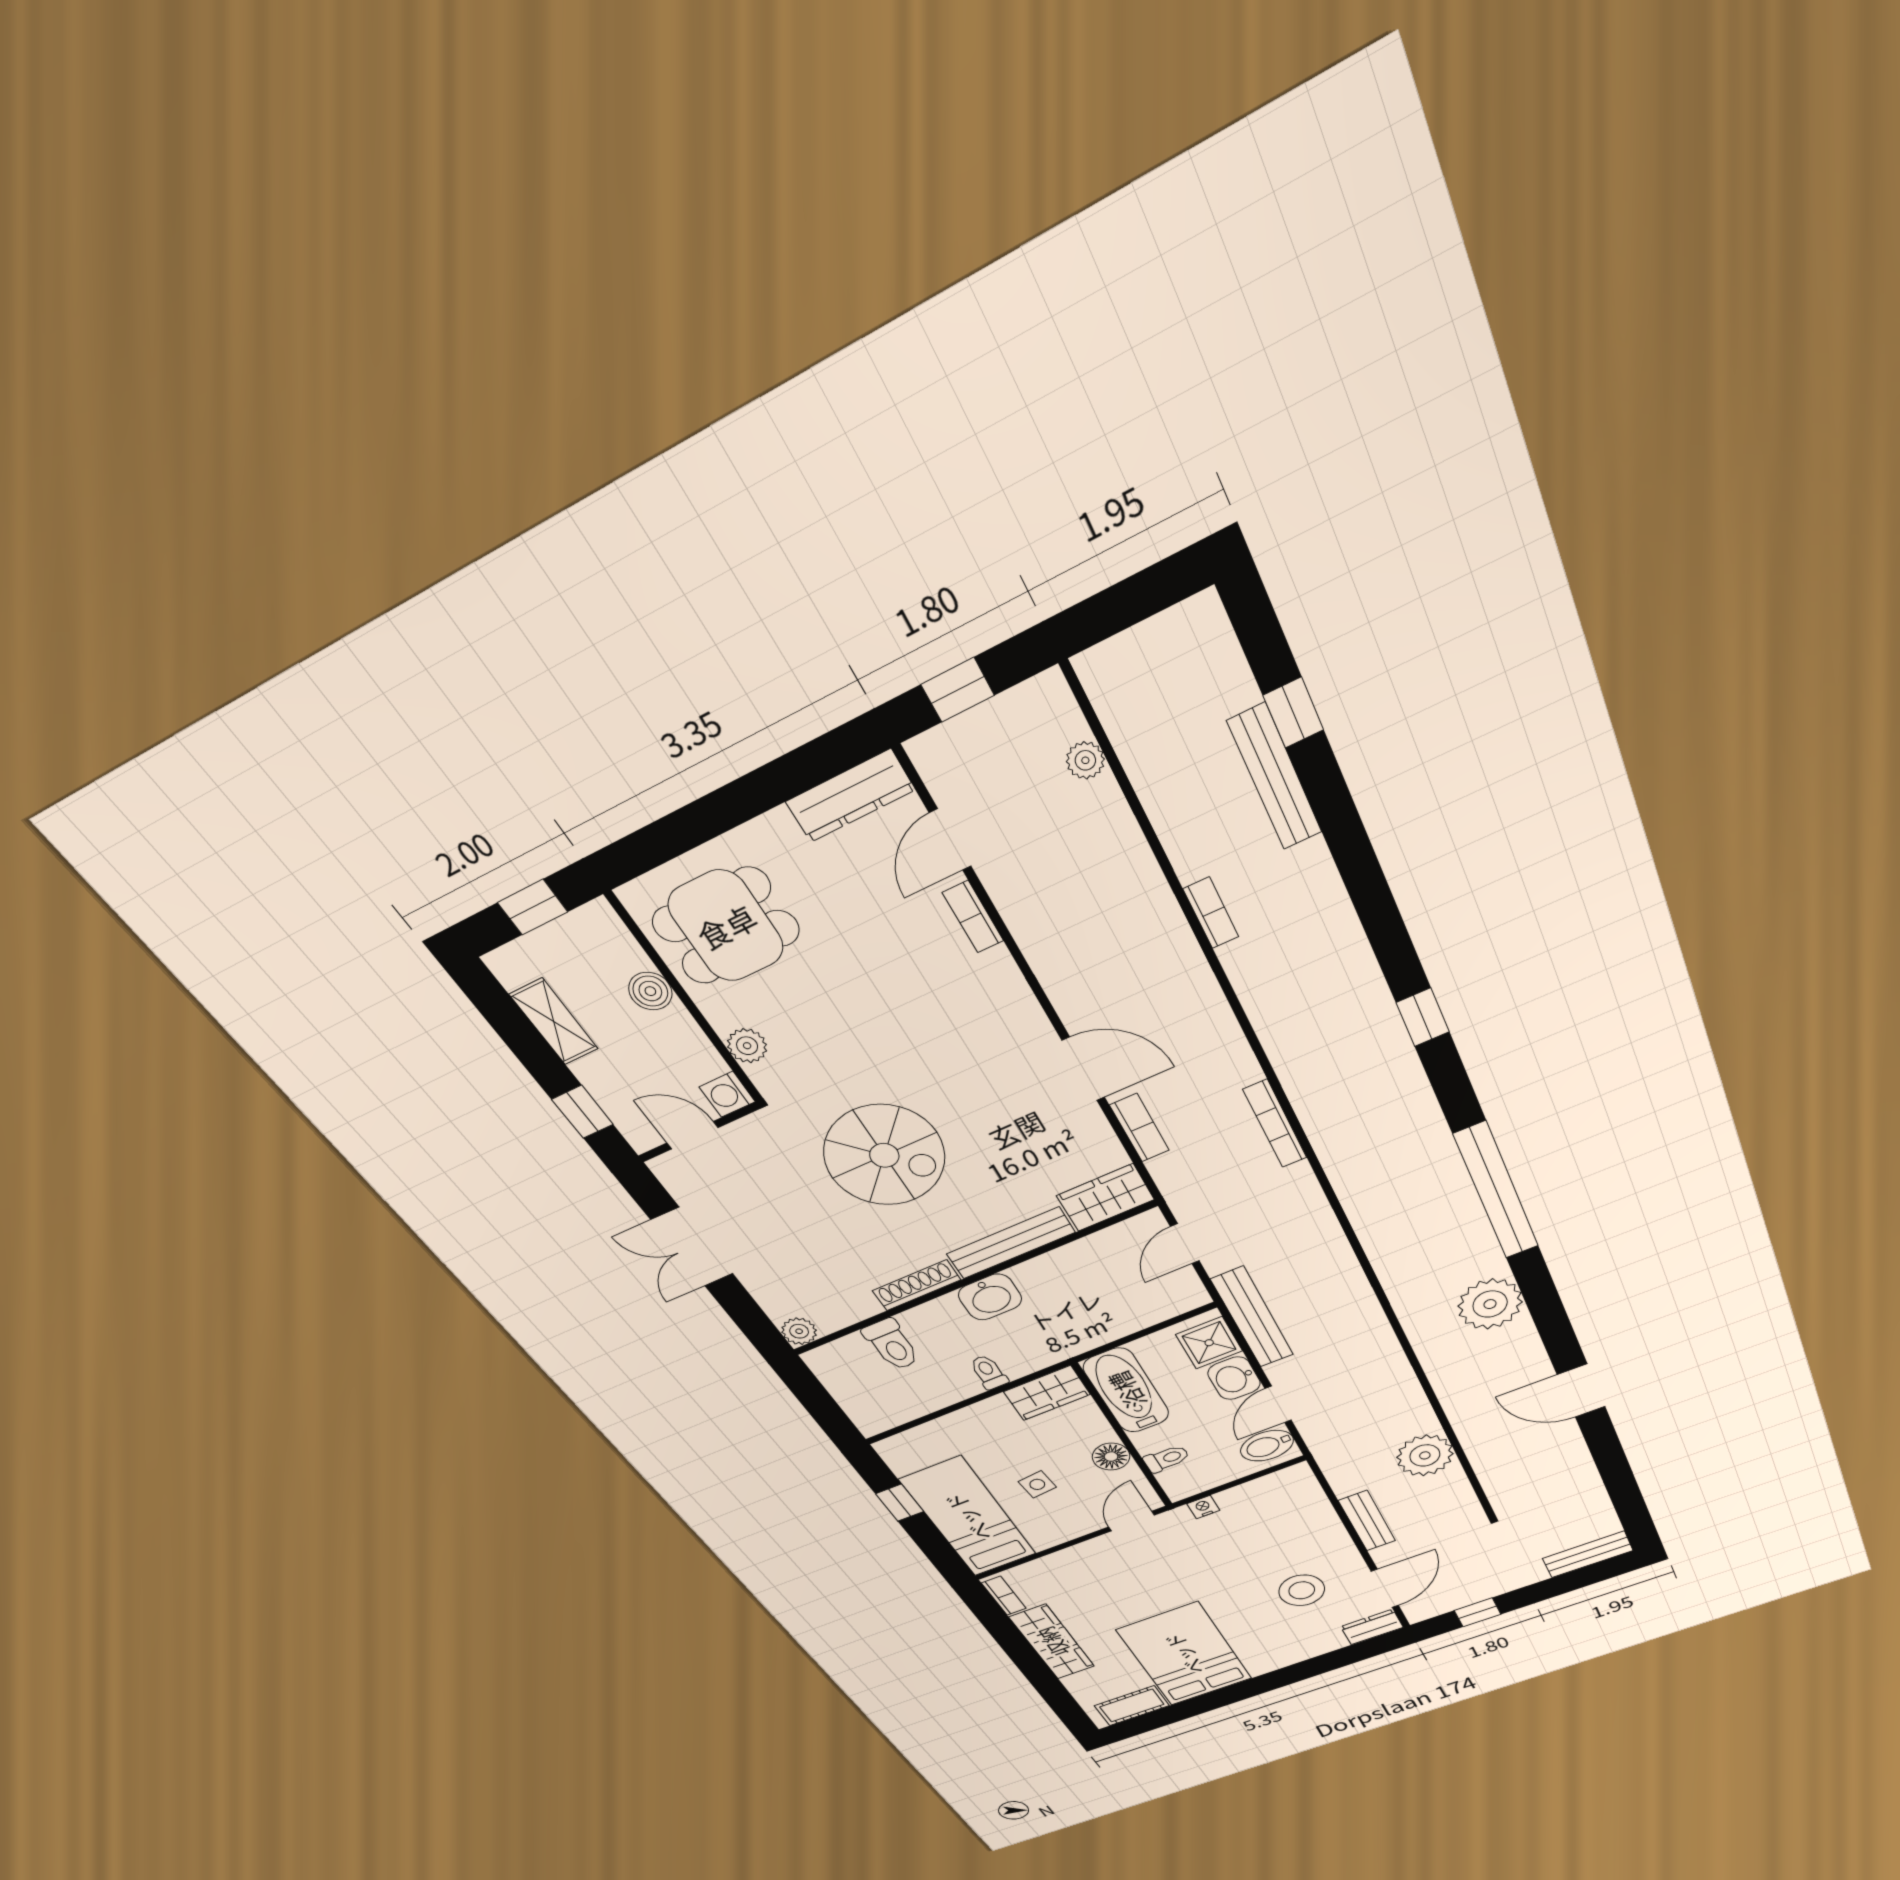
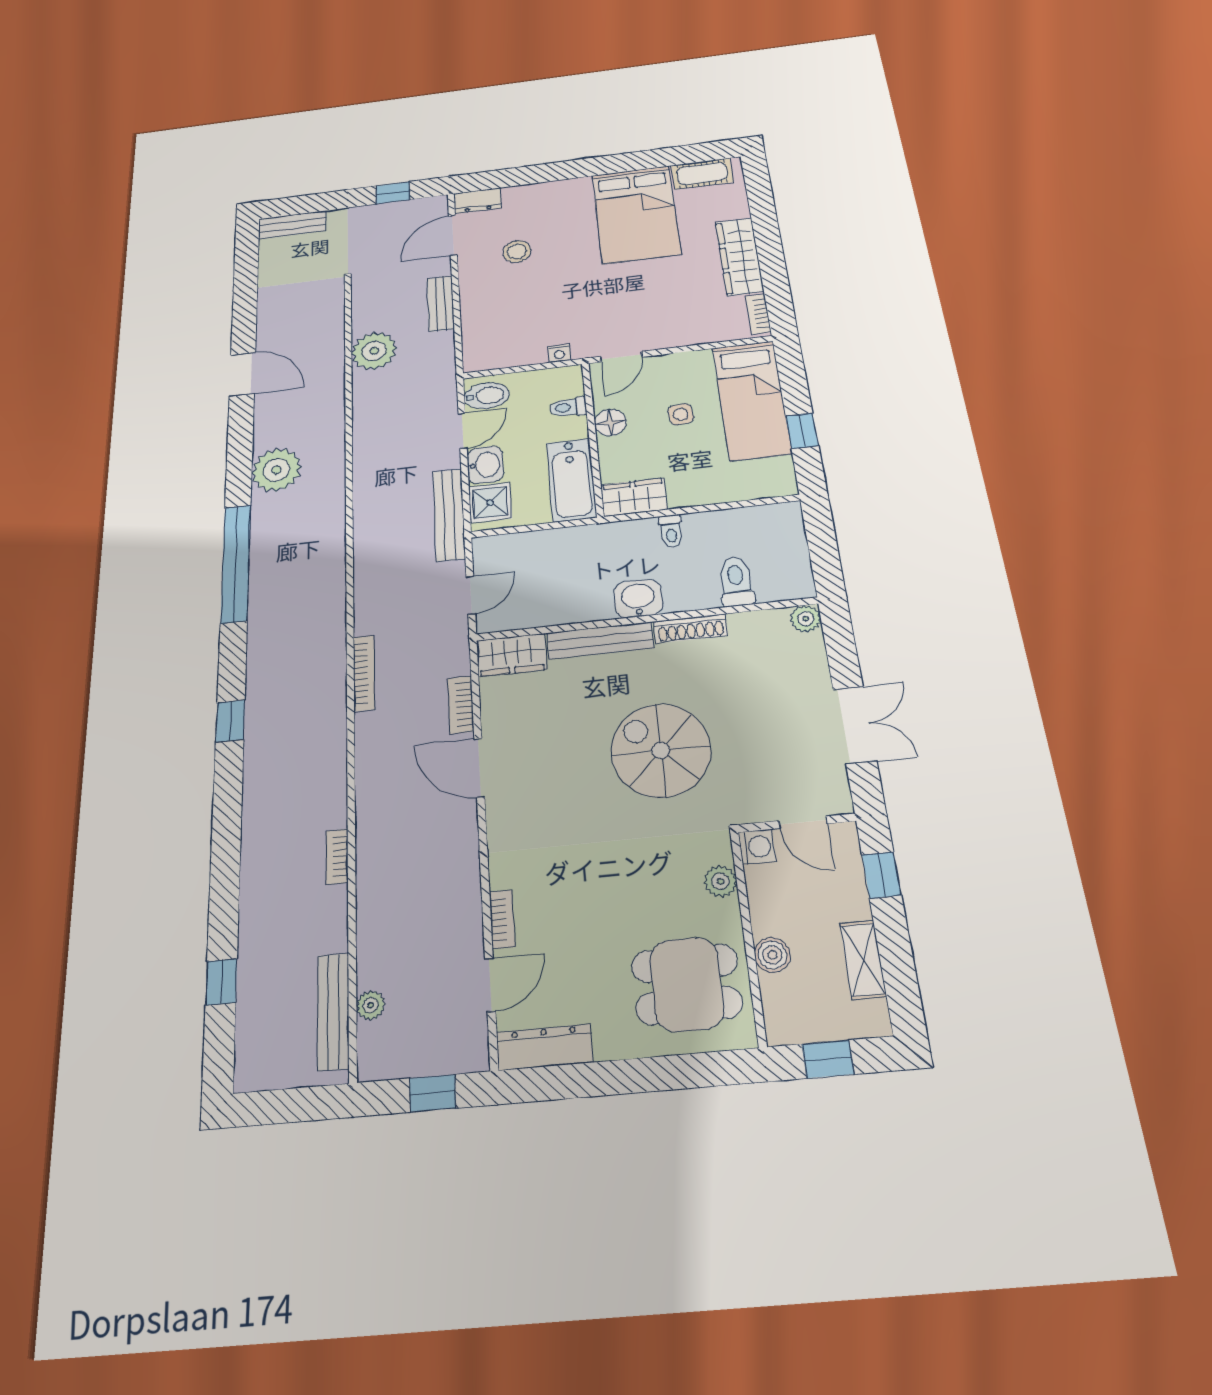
bench: (1275, 777) -> (333, 1011), moved
stool: (1302, 1590) -> (517, 251), width x0.73, depth x0.73

